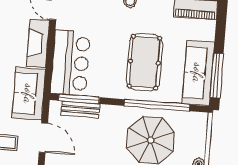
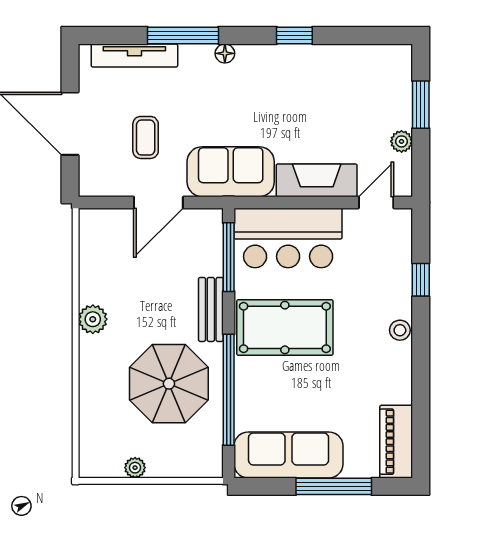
pool table: (144, 62) -> (285, 327), moved
window: (217, 76) -> (334, 486), moved
bench: (80, 110) -> (211, 309), moved

